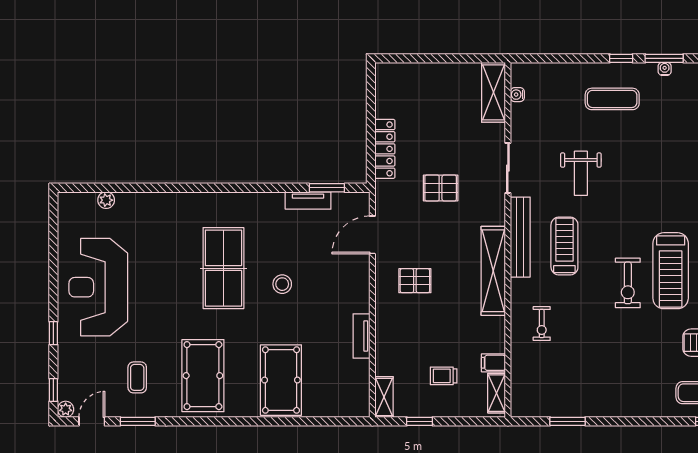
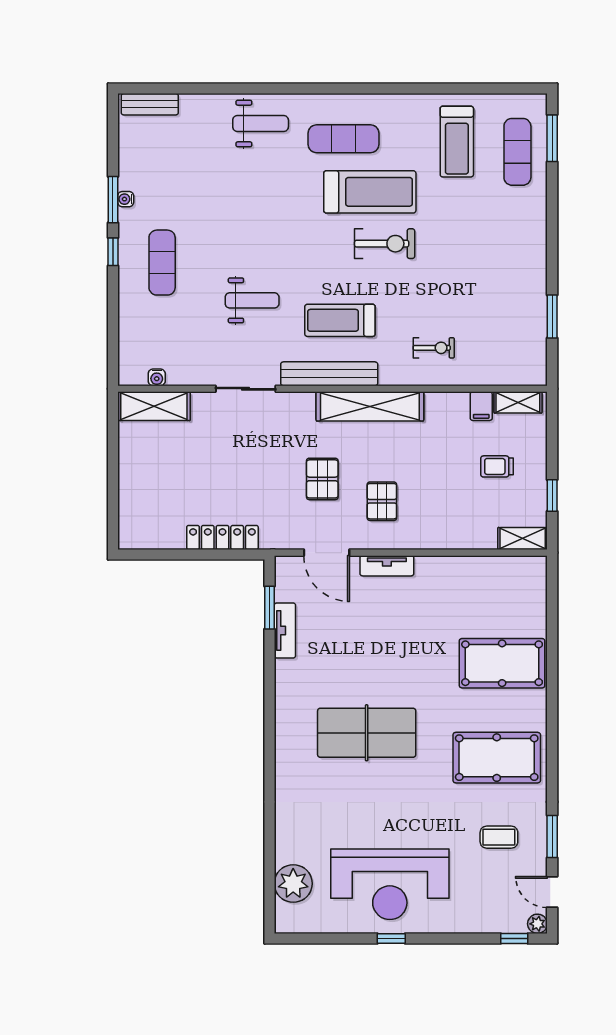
pallet: (441, 188) -> (322, 479), moved
plant: (106, 200) -> (293, 884), width x1.88, depth x1.88
stool: (282, 284) -> (386, 662), removed
window: (53, 333) -> (391, 938), moved
tv unit: (362, 336) -> (387, 566), moved
trolley: (444, 376) -> (497, 466), turned 90

